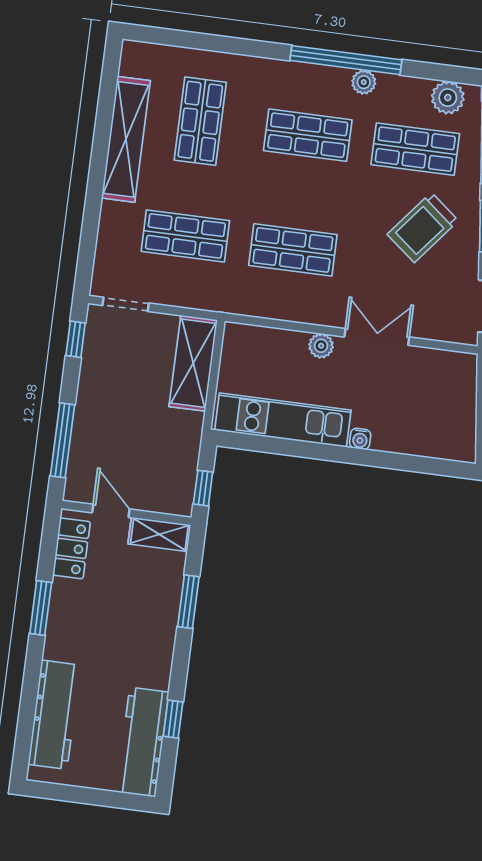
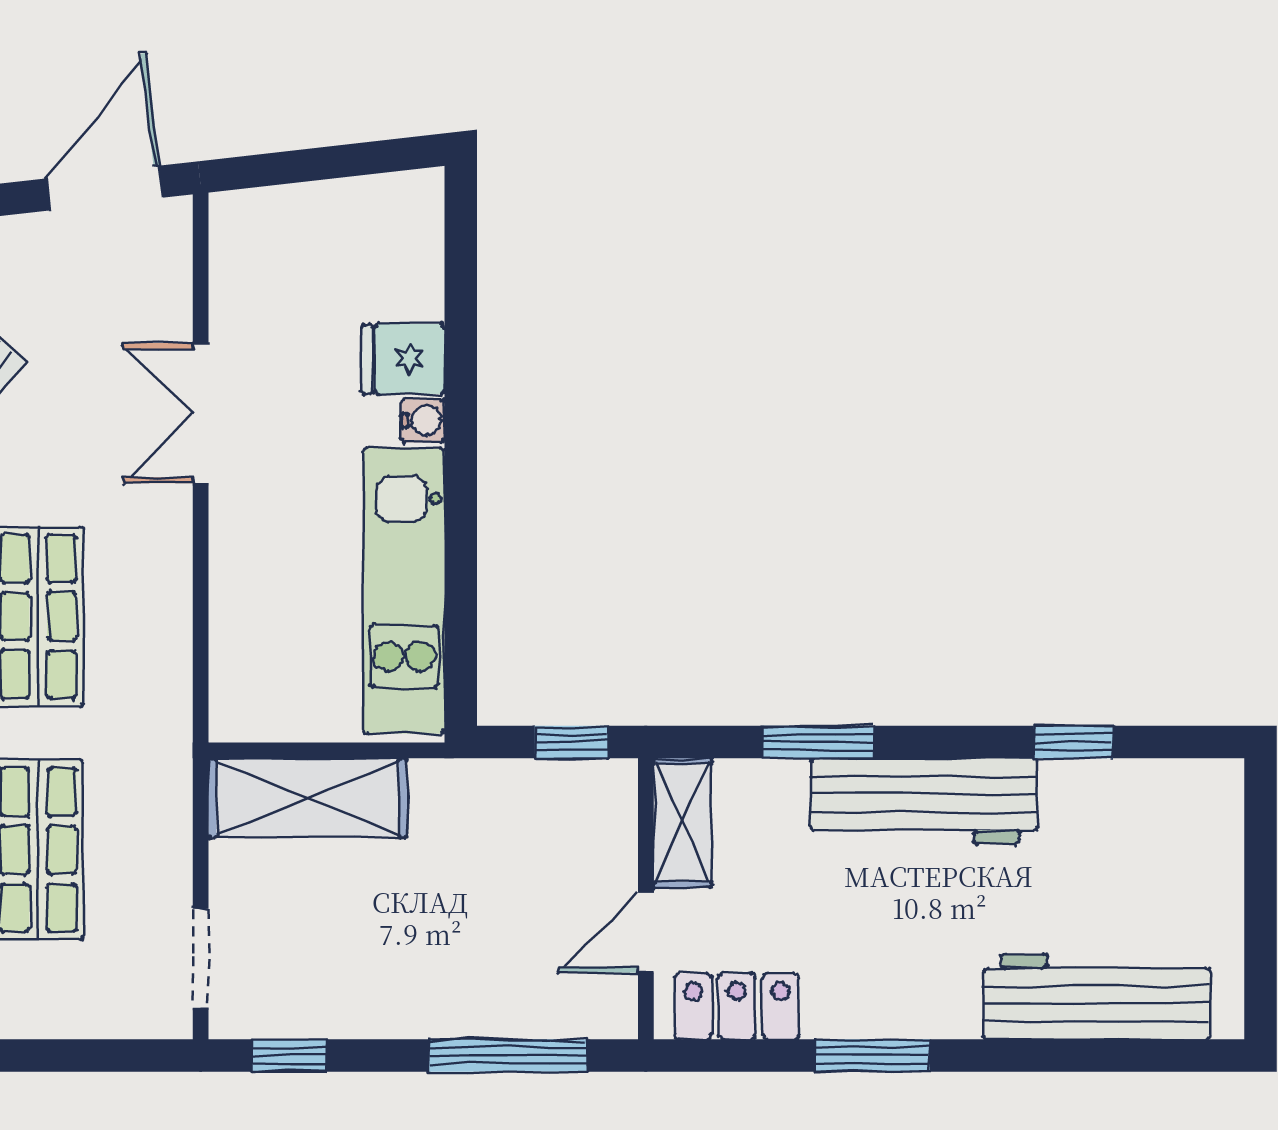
plant: (321, 346) -> (235, 530), removed
fridge: (390, 433) -> (403, 359), added
workbench: (143, 742) -> (924, 801), moved

